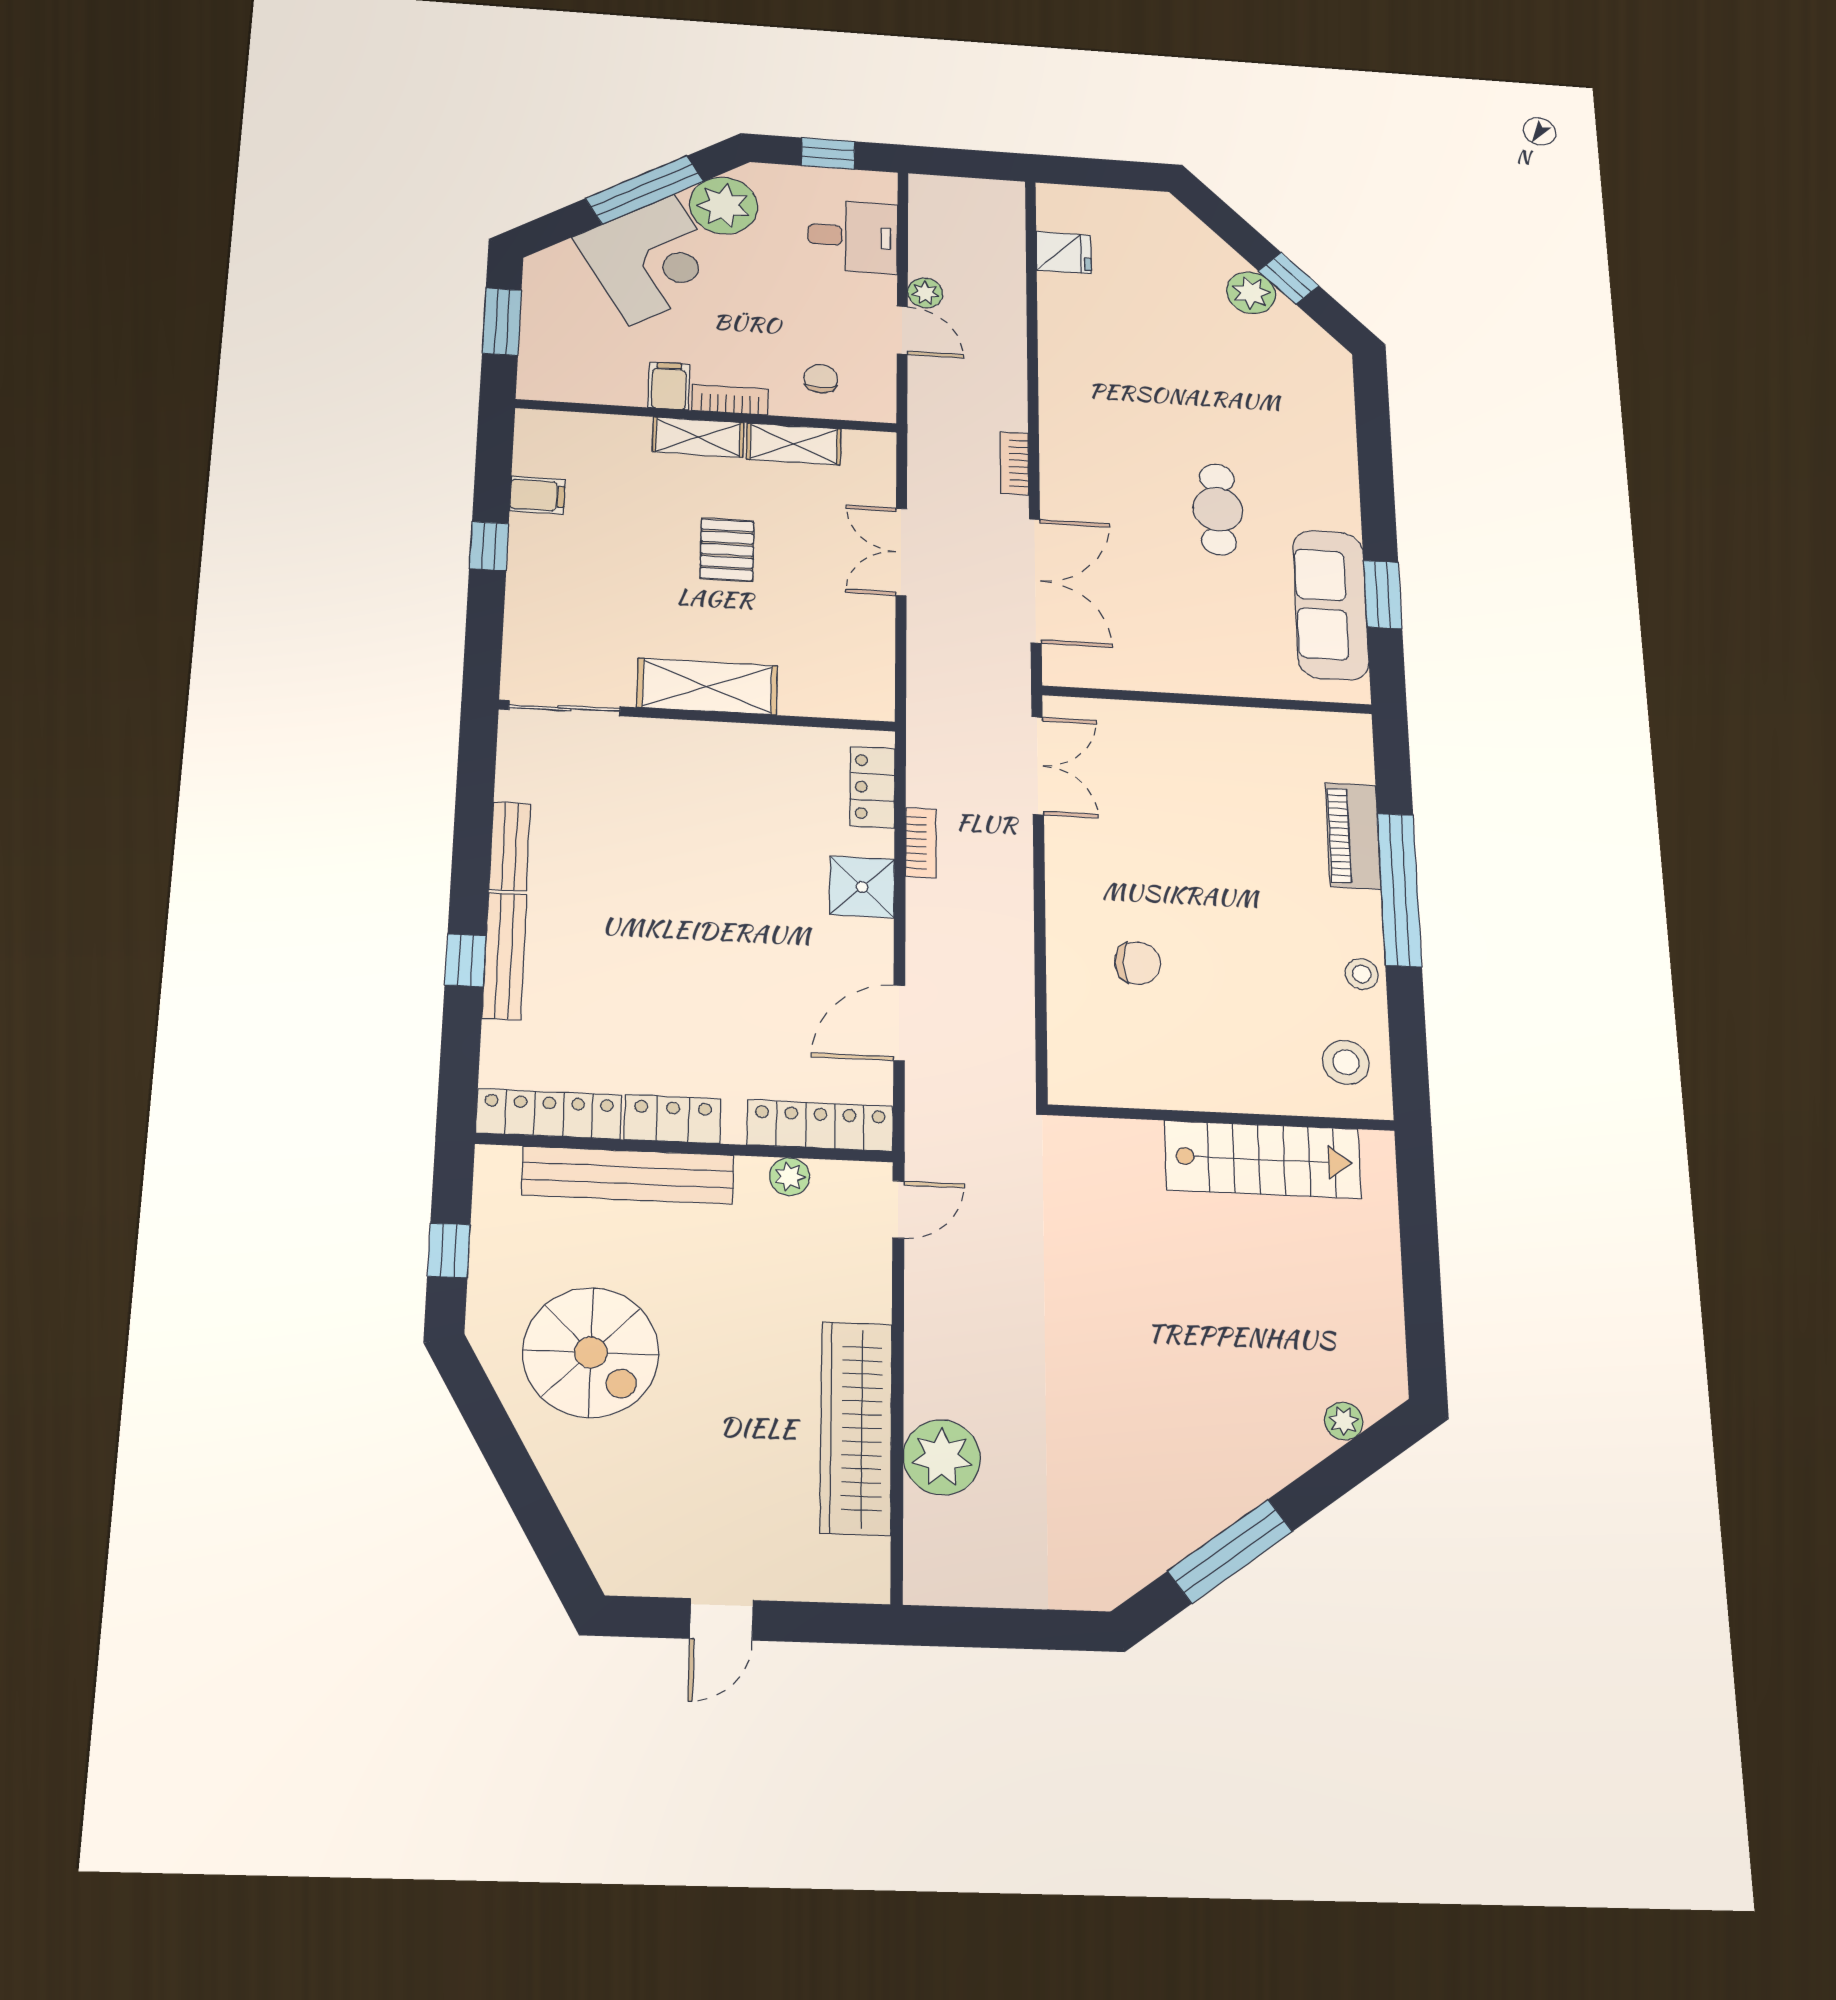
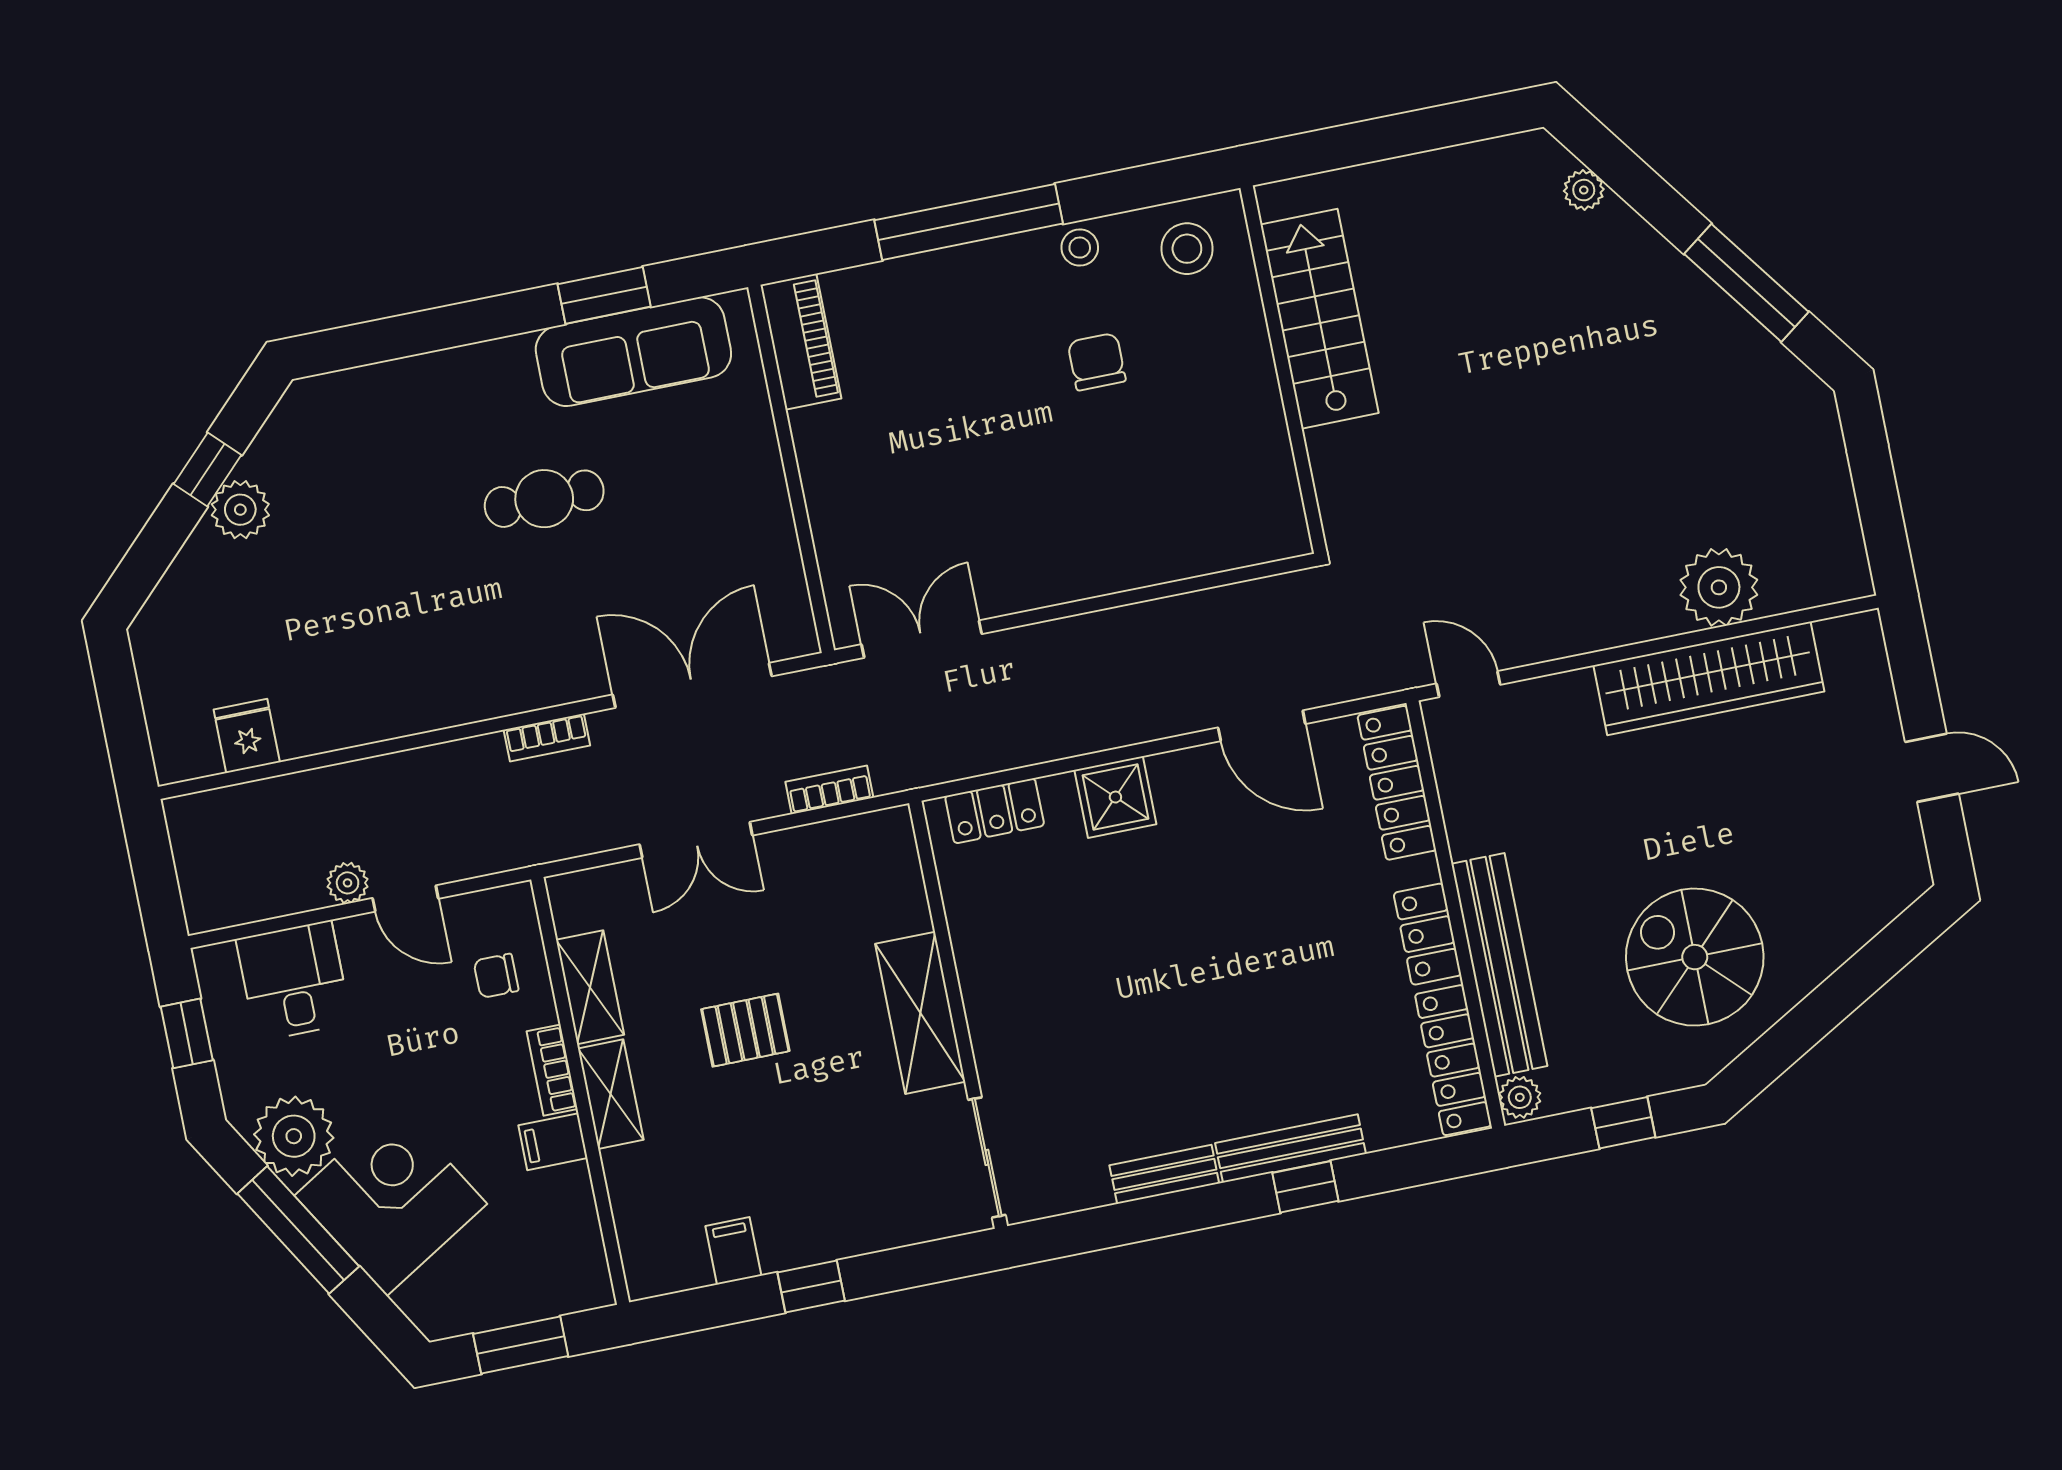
door: (902, 330) -> (405, 898), swing flipped
piano: (1353, 836) -> (801, 342), moved, turned -90
bookcase: (921, 843) -> (829, 790), moved
chair: (1138, 963) -> (1097, 362), moved
plant: (789, 1177) -> (1520, 1097), moved
spiral stairs: (591, 1352) -> (1695, 957), turned -90

